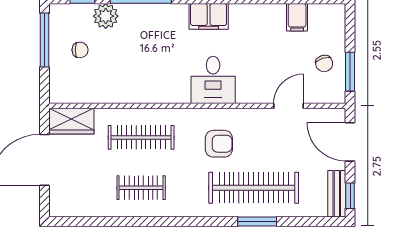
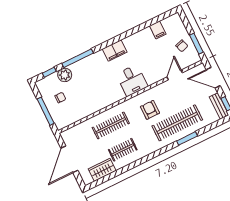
window: (45, 40) -> (46, 111), moved
wardrobe: (71, 121) -> (102, 170), moved, turned 180
armchair: (219, 144) -> (150, 110), turned -90

